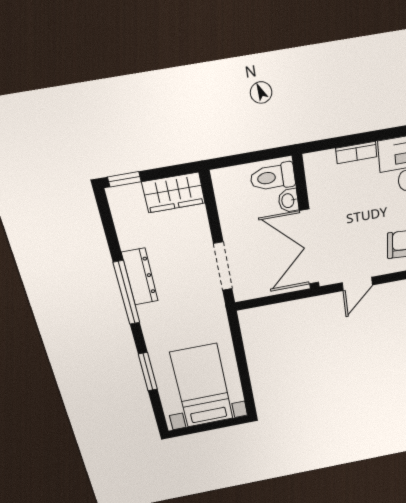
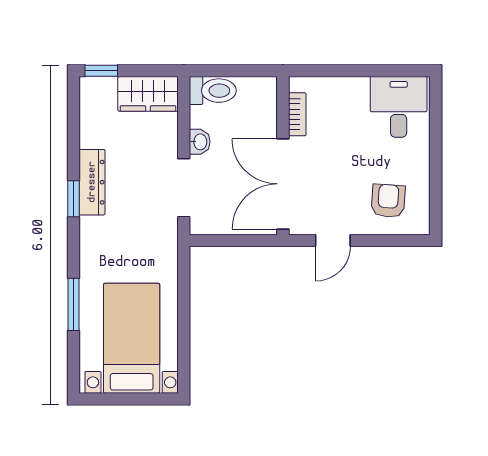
bookcase: (356, 152) -> (297, 114), moved, turned -90
toilet: (273, 177) -> (213, 91), moved, turned 180
washbasin: (288, 201) -> (200, 142), moved, turned 180
window: (127, 293) -> (73, 199), width x0.46

